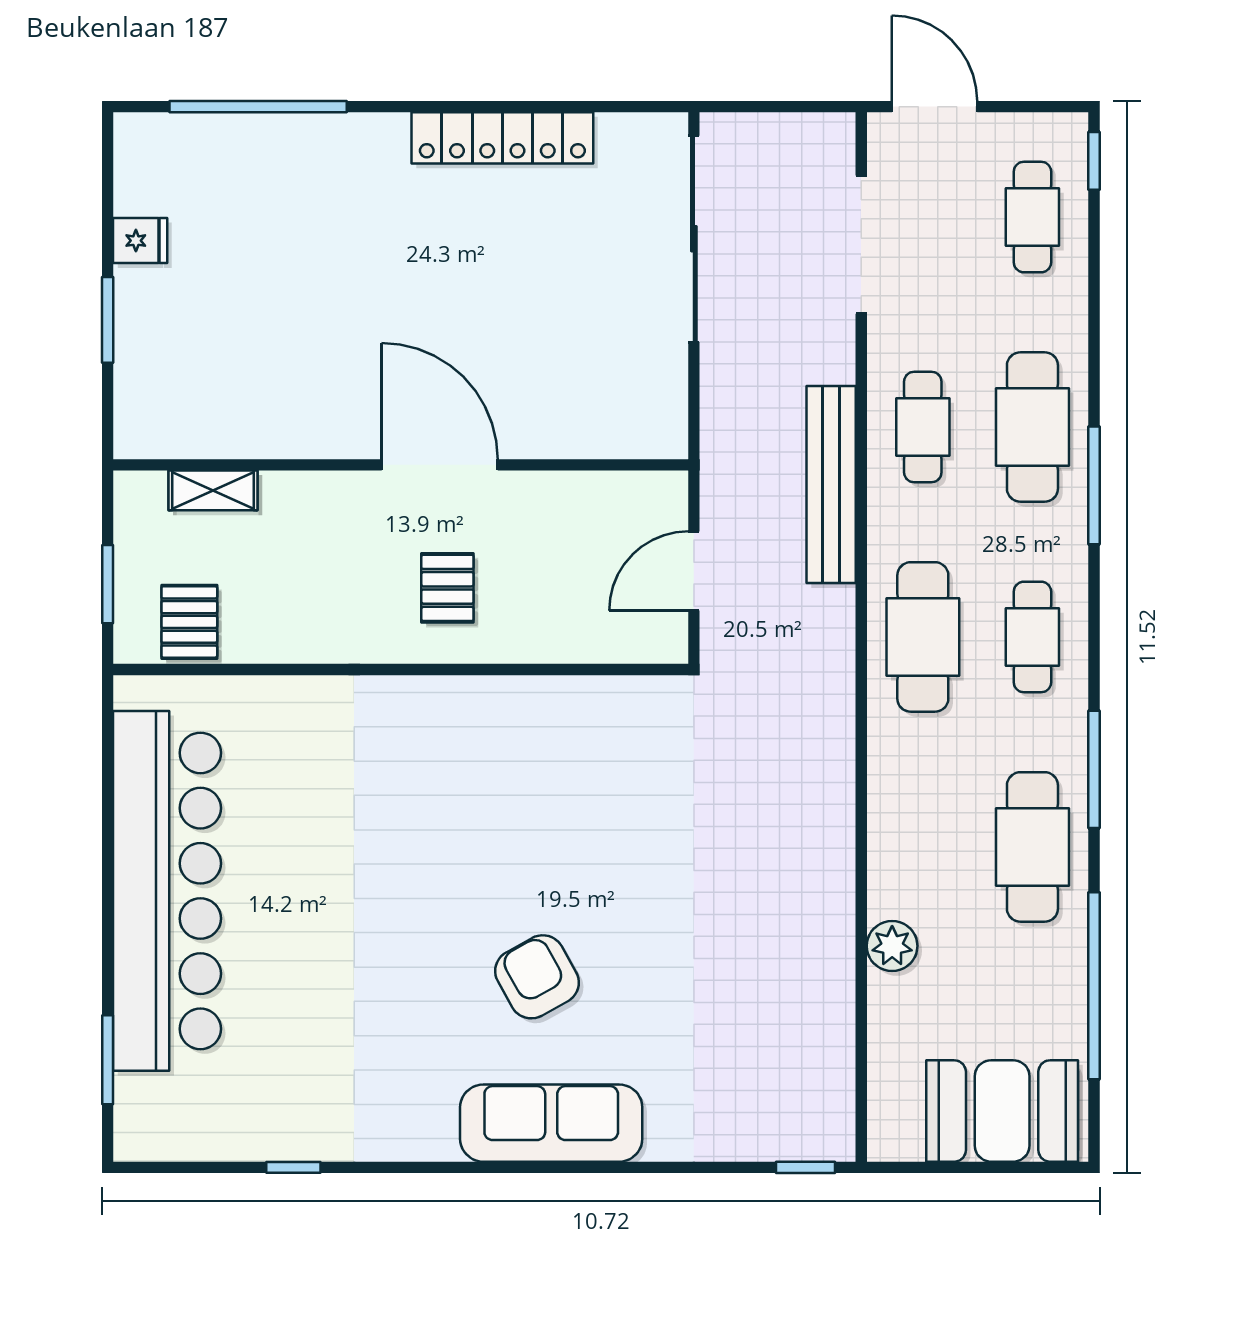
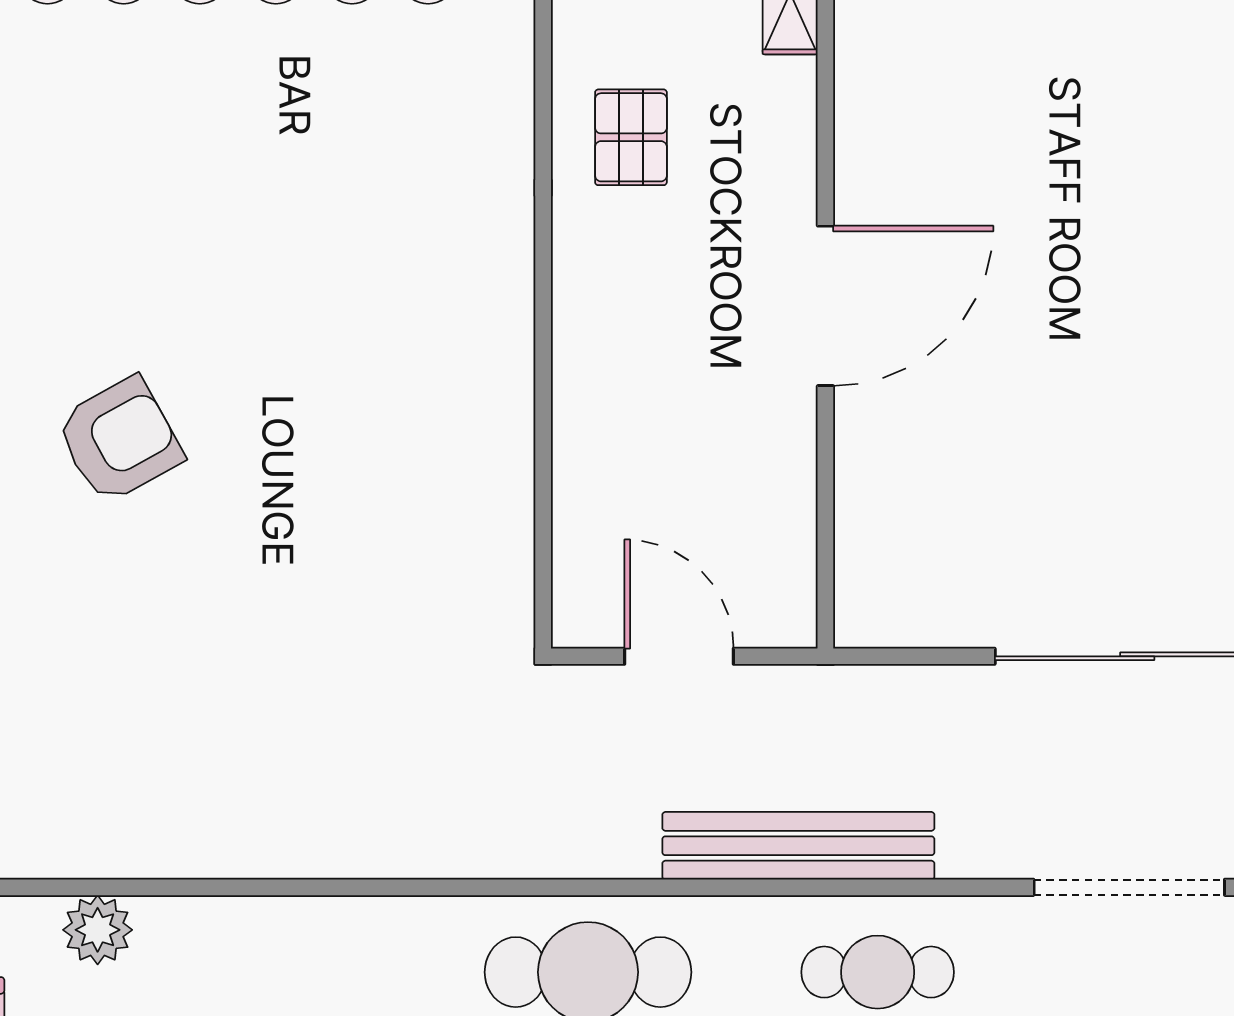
pallet: (447, 588) -> (631, 137), moved, turned 90
plant: (892, 946) -> (98, 930), moved

